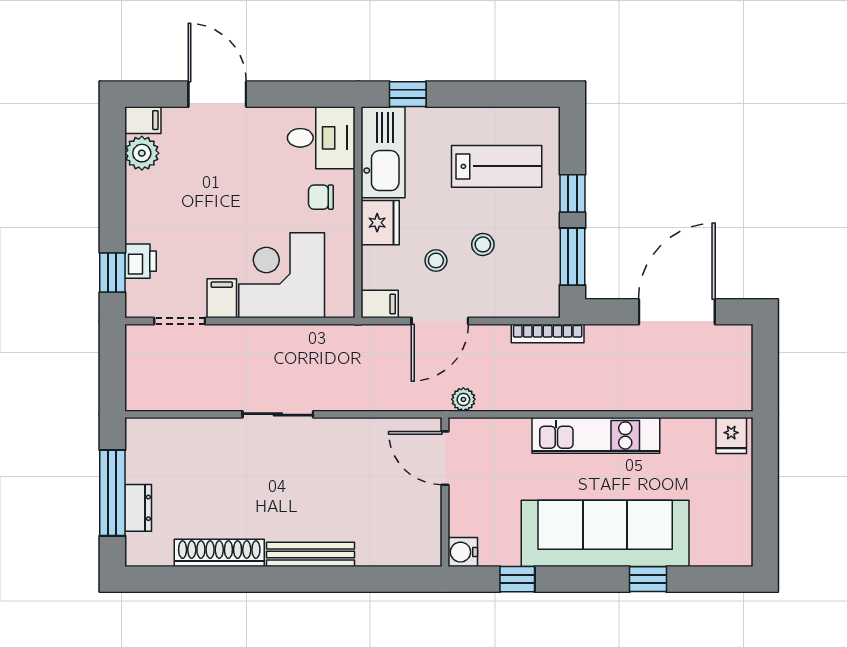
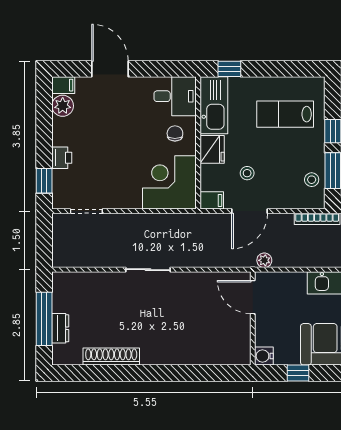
lab bench: (497, 166) -> (285, 114), turned 180
chair: (321, 197) -> (175, 133), turned 90
stool: (483, 244) -> (312, 180), moved
printer: (140, 261) -> (62, 158), moved
corner desk: (282, 275) -> (169, 182), moved
filing cabinet: (222, 298) -> (113, 197), removed
bench: (310, 554) -> (168, 358), removed

